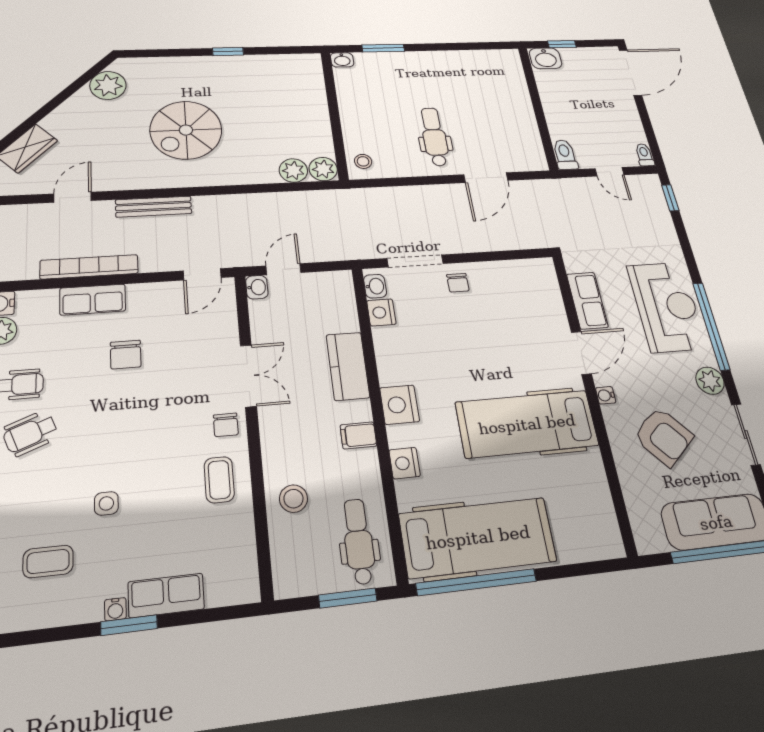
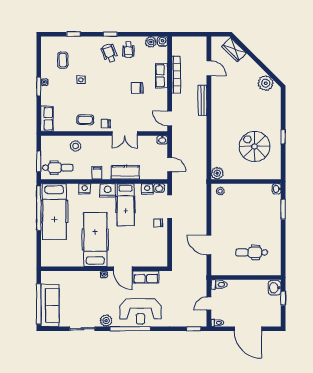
door: (630, 72) -> (248, 329), moved
spiral stairs: (186, 130) -> (254, 146), moved
dental chair: (434, 137) -> (252, 252), moved, turned 180
plant: (293, 170) -> (217, 160), removed
door: (283, 269) -> (170, 165), moved
hospital bed: (428, 359) -> (126, 205), added
armchair: (663, 436) -> (85, 294), removed
row of seats: (166, 595) -> (47, 119), moved

